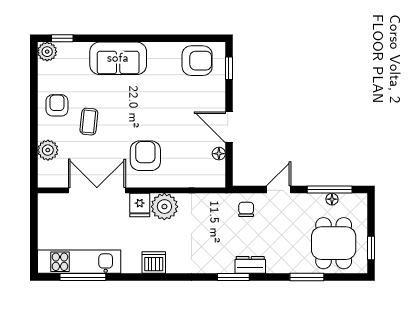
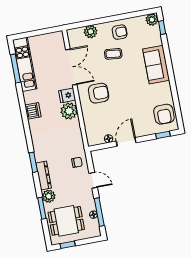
plant: (290, 263) -> (49, 196), added
dresser: (250, 265) -> (44, 176), width x1.44

